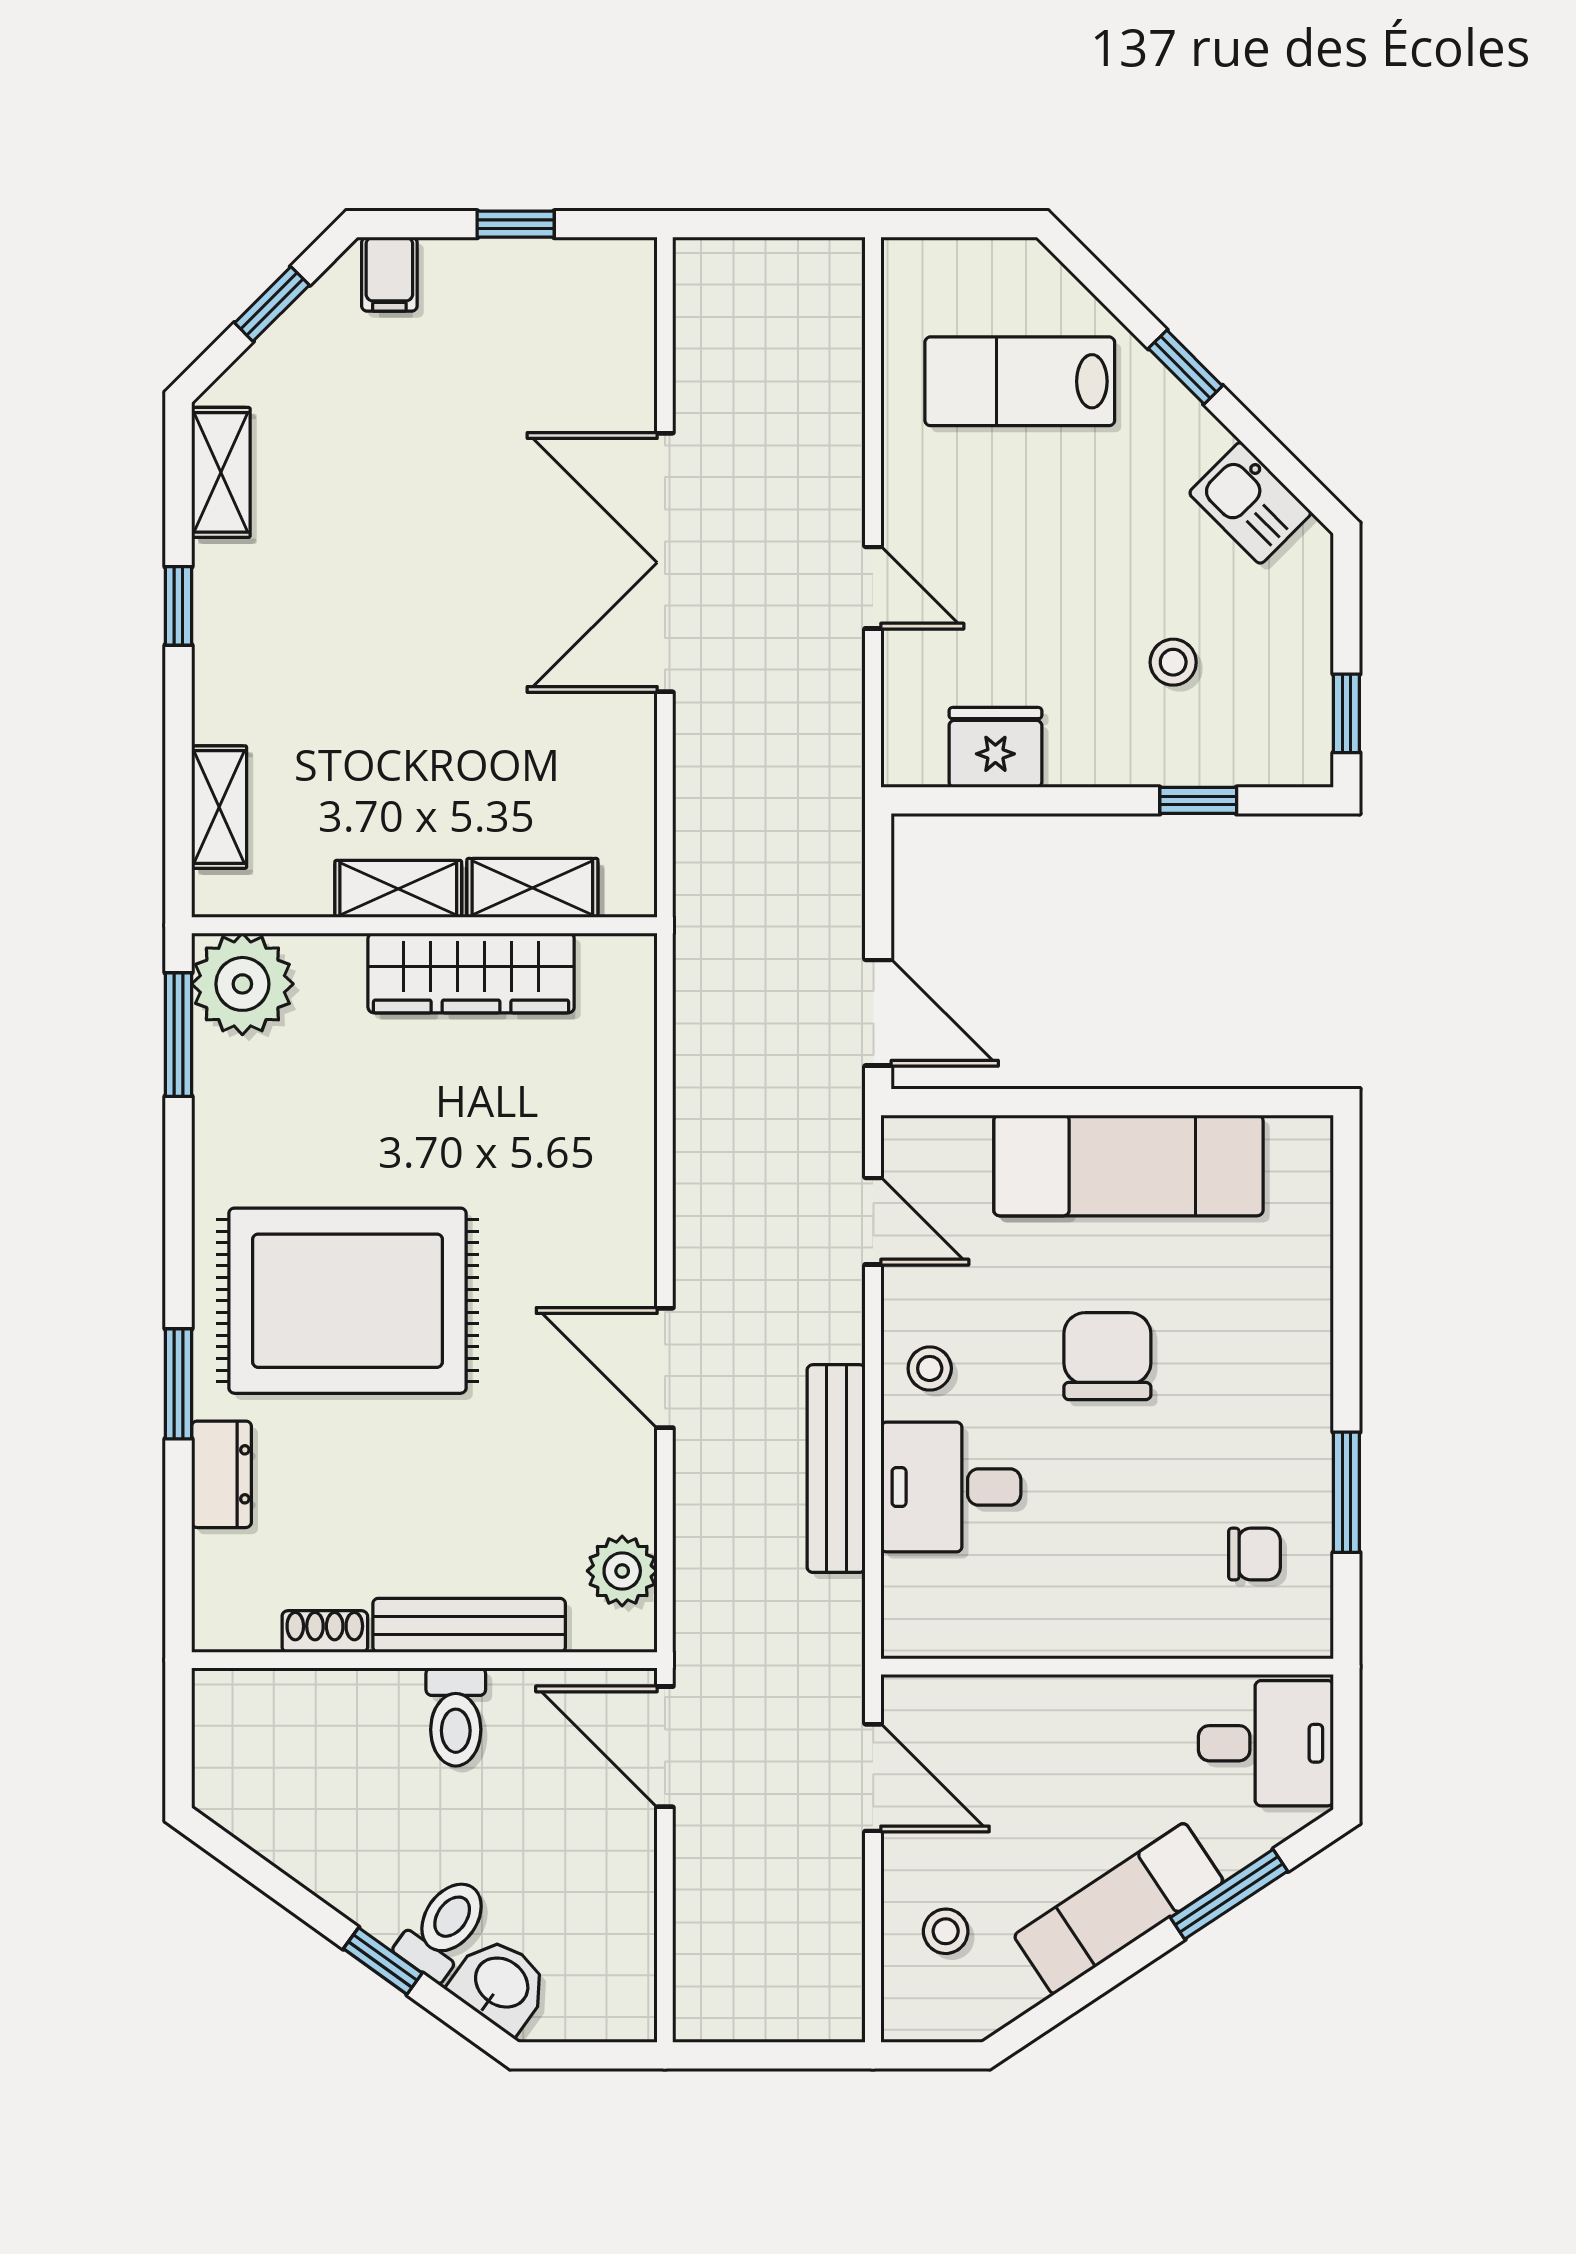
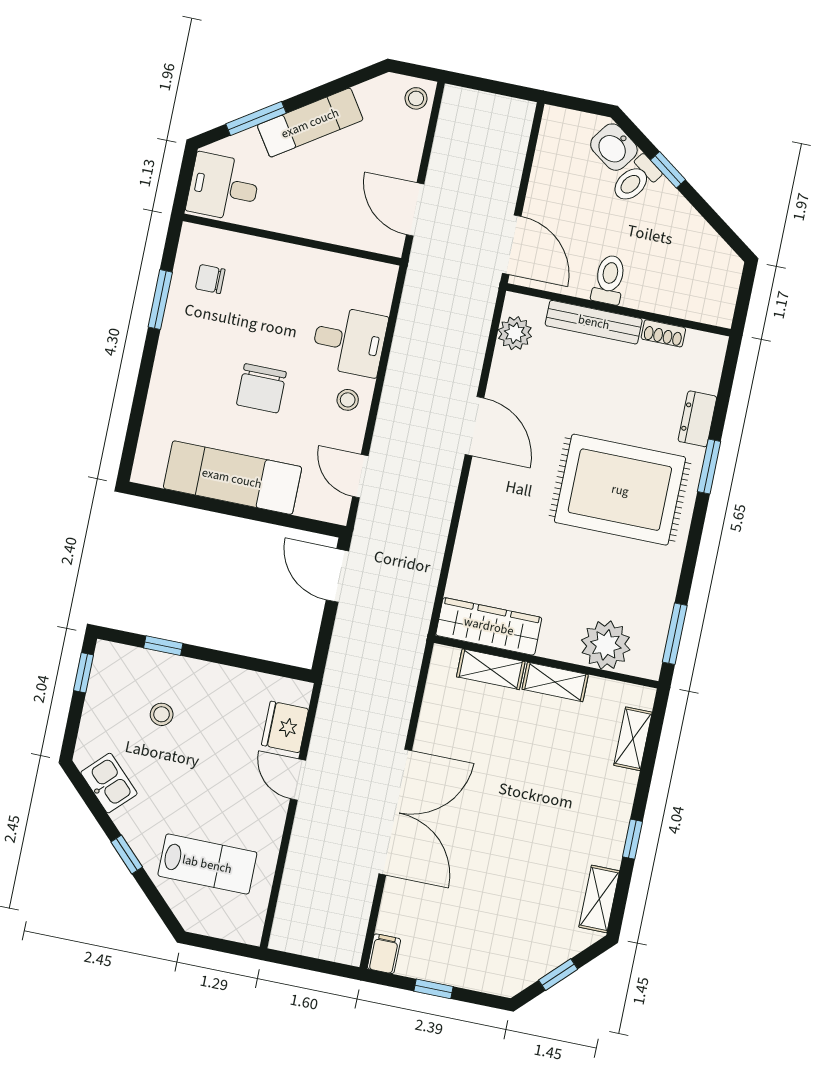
filing cabinet: (389, 274) -> (384, 954), moved
fridge: (995, 747) -> (285, 727), moved, turned 90
wardrobe: (471, 973) -> (489, 626), moved
plant: (242, 984) -> (606, 645), moved
bench: (836, 1469) -> (402, 361), removed
stool: (946, 1931) -> (416, 98), moved

